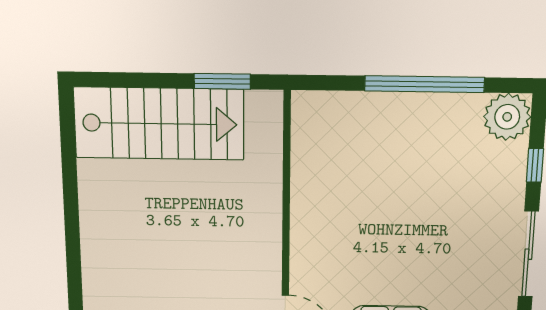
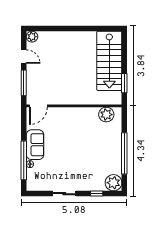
plant: (312, 134) -> (106, 115), added
sliding door: (528, 254) -> (64, 194), width x0.73

